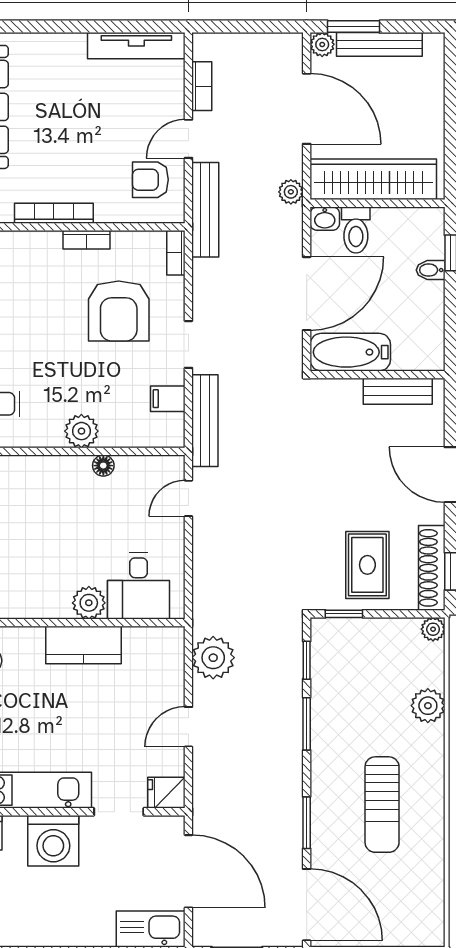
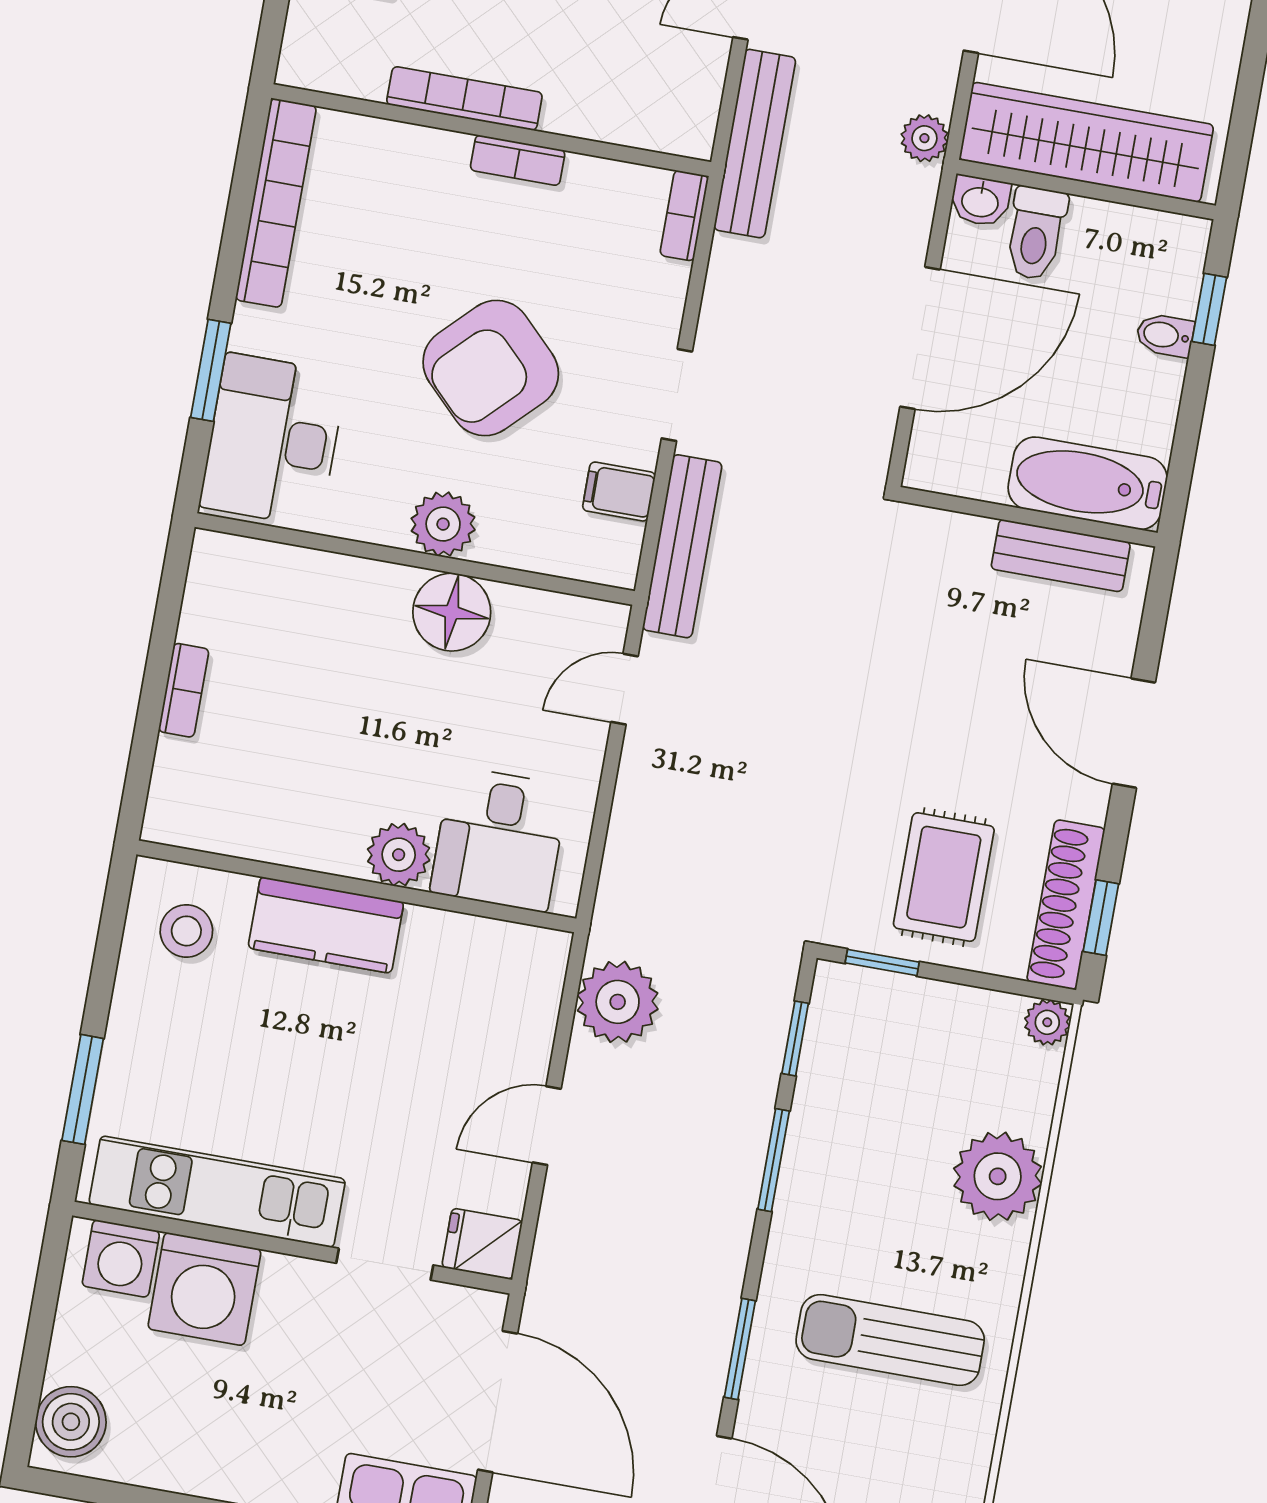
armchair: (150, 180) -> (660, 67), removed
armchair: (119, 311) -> (491, 368), moved, turned 45
bathtub: (350, 352) -> (1088, 483), moved
floor lamp: (103, 466) -> (452, 612), width x1.89, depth x1.89
kitchen counter: (84, 645) -> (326, 925), moved
plant: (428, 706) -> (998, 1176), width x1.36, depth x1.36
sun lounger: (382, 805) -> (890, 1340), turned 90
washing machine: (53, 841) -> (204, 1289), moved

